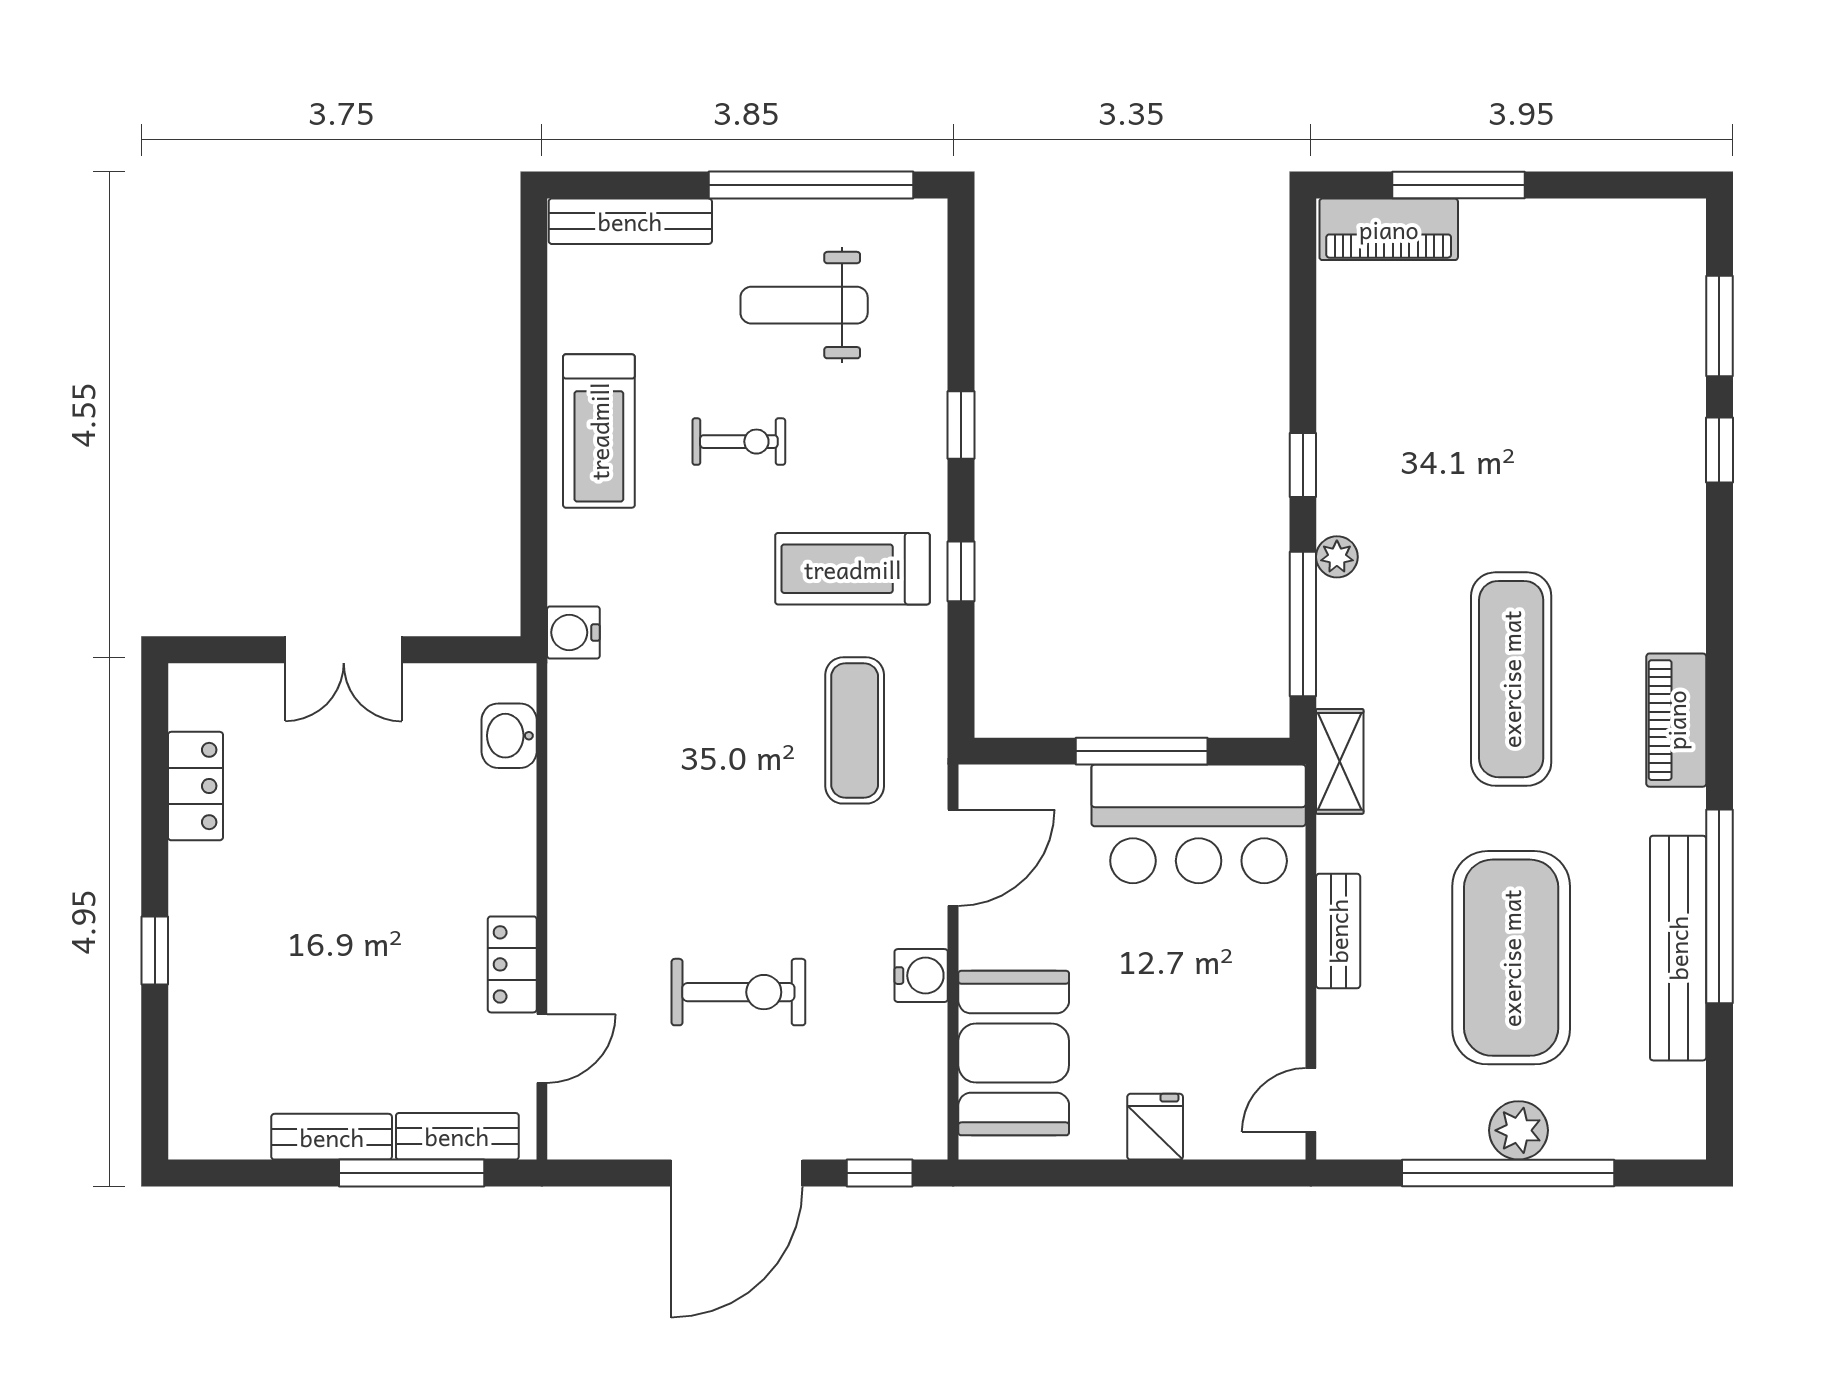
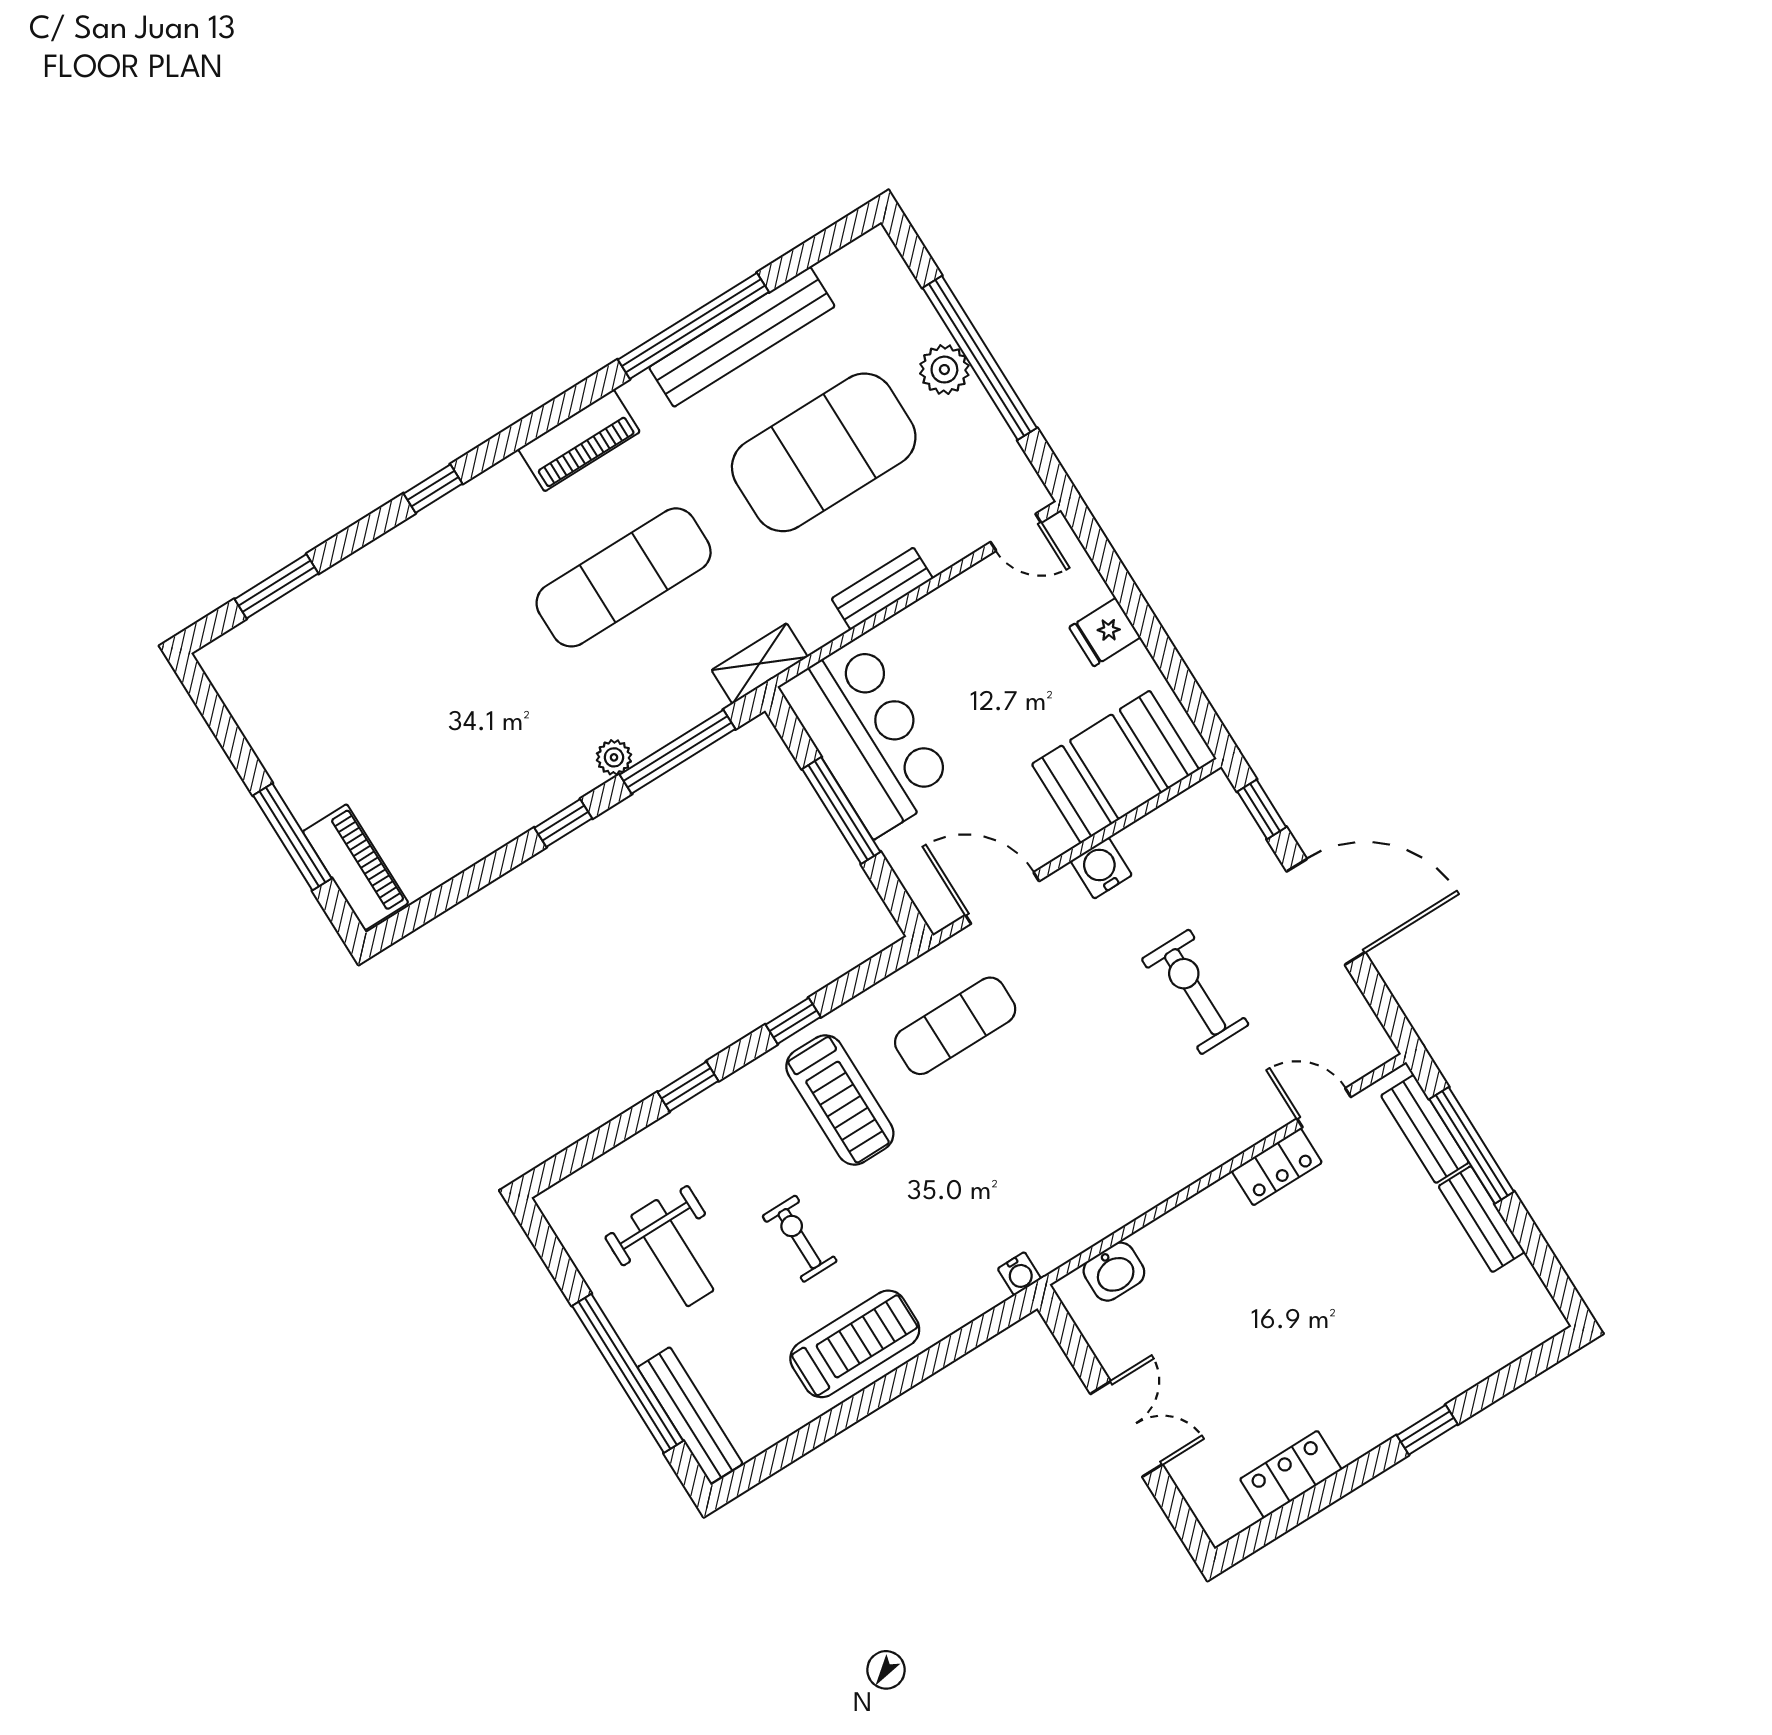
window: (811, 185) -> (628, 1373), moved
window: (1719, 450) -> (433, 489), moved
water cooler: (573, 632) -> (1019, 1274), width x0.72, depth x0.72

